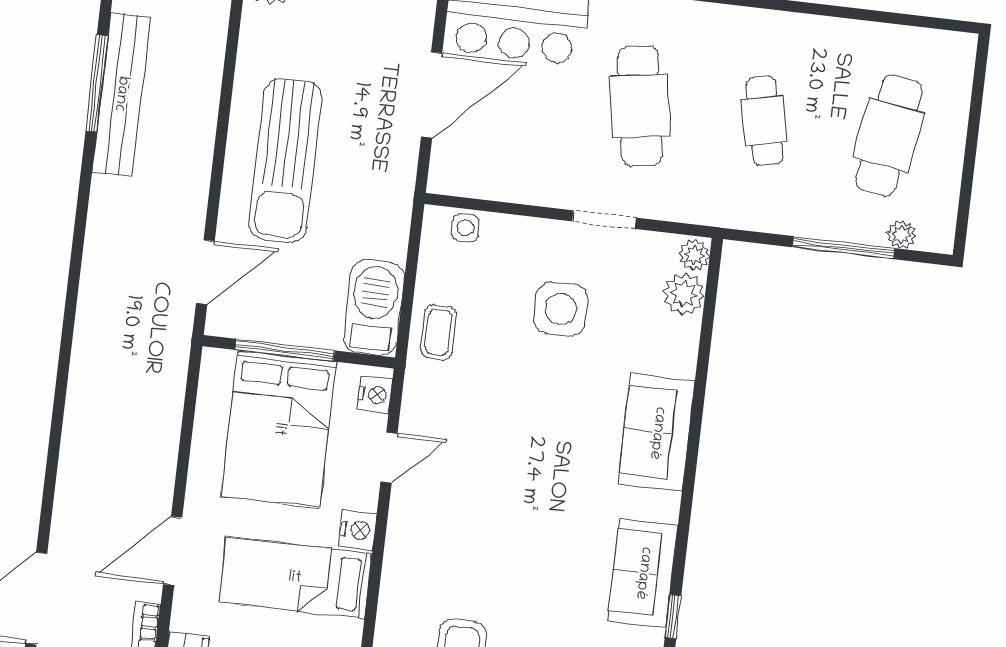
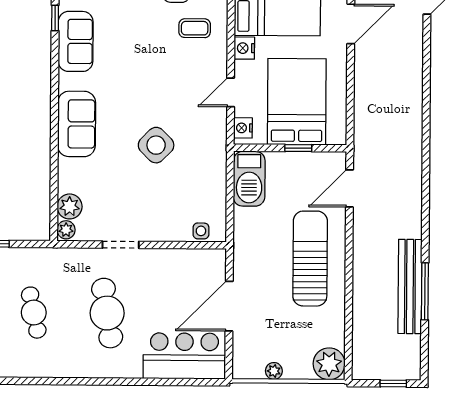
side table: (561, 309) -> (156, 145), moved, turned 45
coffee table: (438, 332) -> (195, 28), moved, turned 90
window: (285, 350) -> (298, 148), width x0.46

